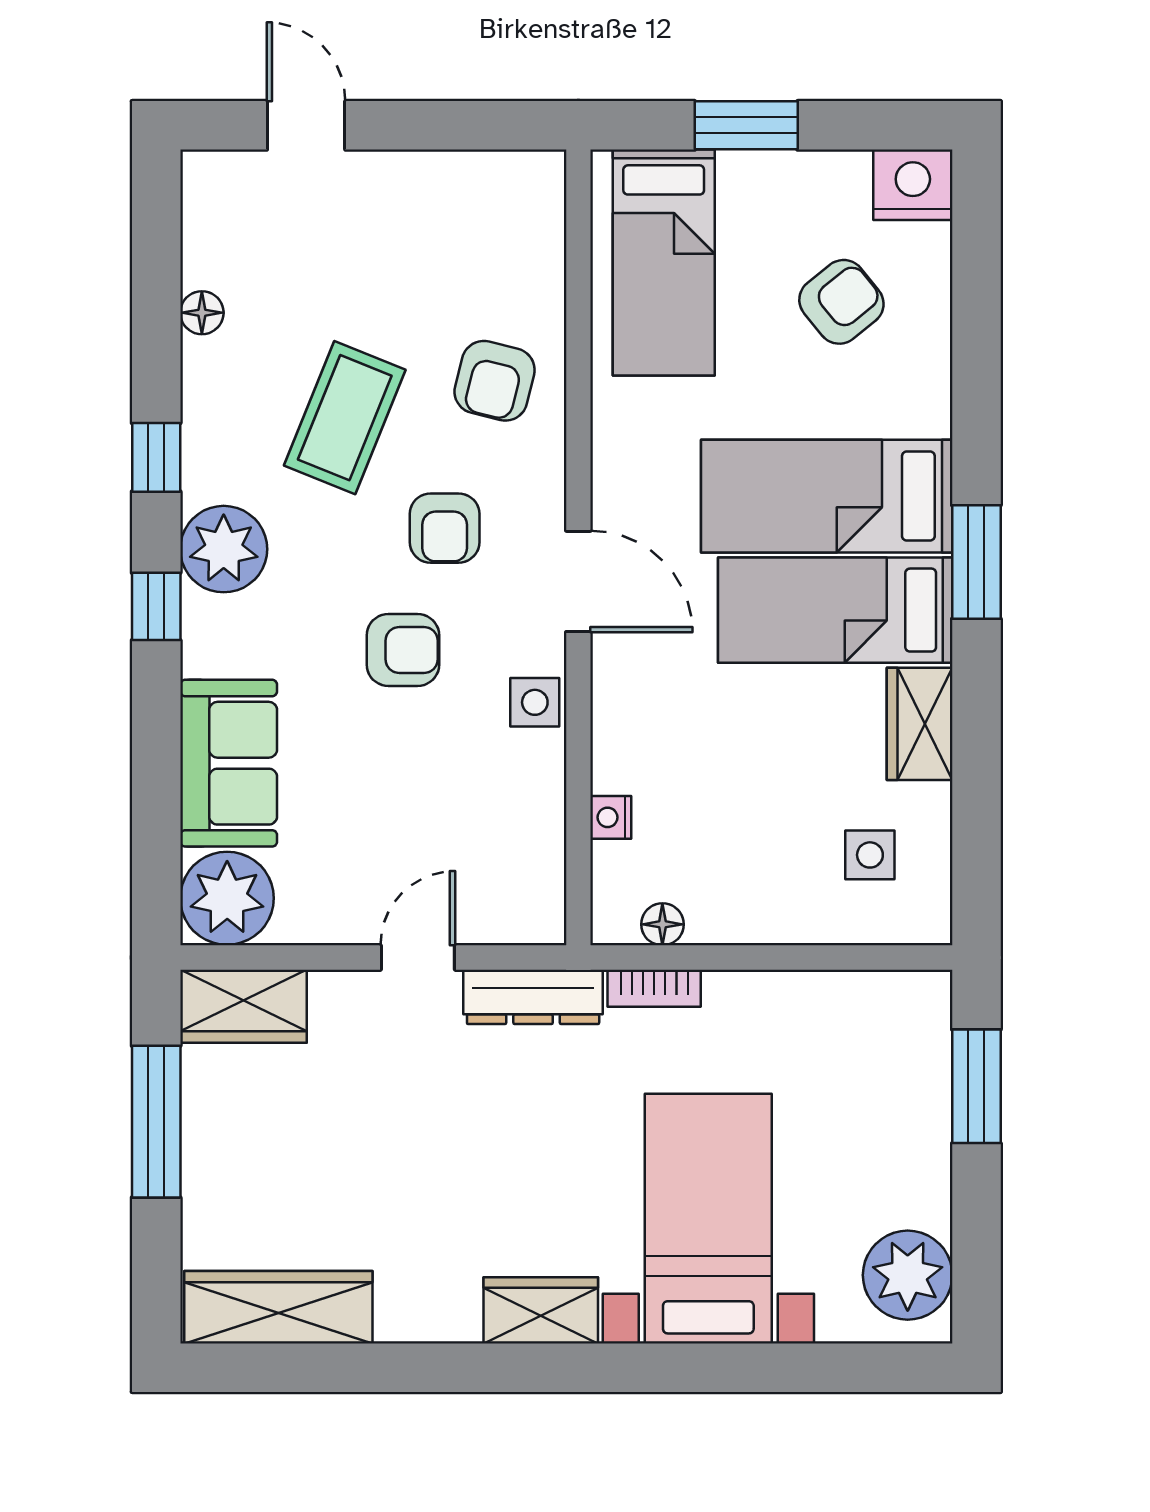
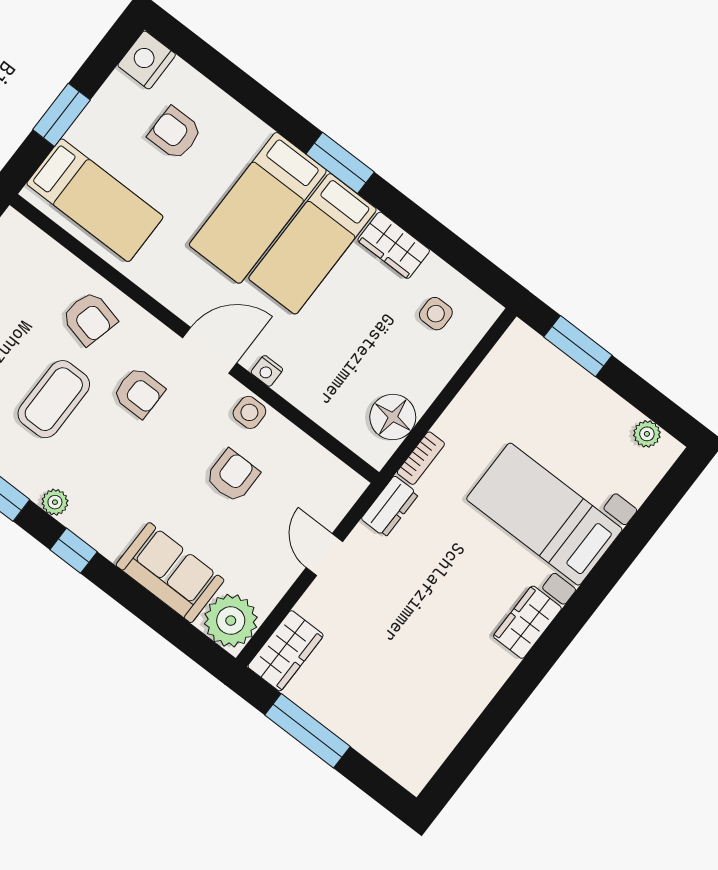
armchair: (841, 302) -> (175, 133), turned -51
coffee table: (345, 418) -> (54, 399), turned 68
plant: (224, 549) -> (55, 502), width x0.53, depth x0.53
armchair: (403, 650) -> (232, 476), moved
nightstand: (611, 817) -> (267, 371), moved
floor lamp: (662, 924) -> (393, 417), width x1.89, depth x1.89
dresser: (533, 997) -> (390, 507), width x0.70
plant: (908, 1275) -> (647, 434), width x0.53, depth x0.53
wardrobe: (278, 1307) -> (434, 740), removed

